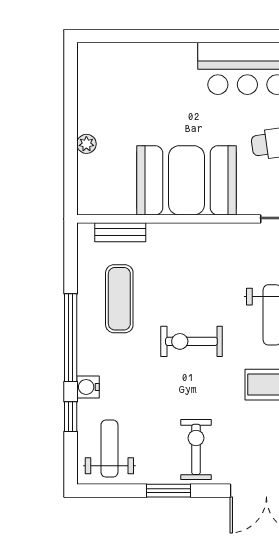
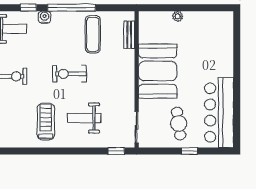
exercise mat: (119, 299) -> (93, 34), turned 90
exercise bike: (191, 341) -> (69, 74), turned -90

